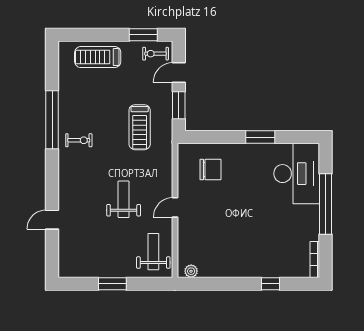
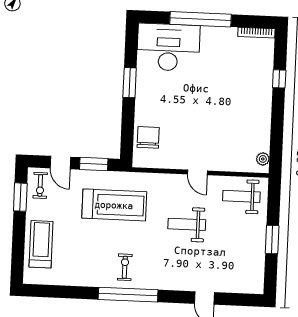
treadmill: (98, 57) -> (41, 244), turned 180
window: (52, 120) -> (128, 295), moved
treadmill: (140, 127) -> (114, 205), width x1.37, depth x1.37
chair: (210, 169) -> (148, 137), moved

